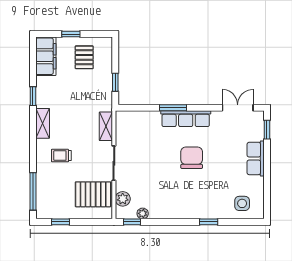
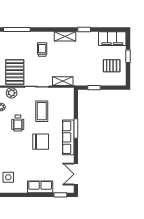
double door: (238, 108) -> (76, 174), swing flipped
coffee table: (149, 156) -> (42, 111), added
wheelchair: (165, 190) -> (18, 123), added

